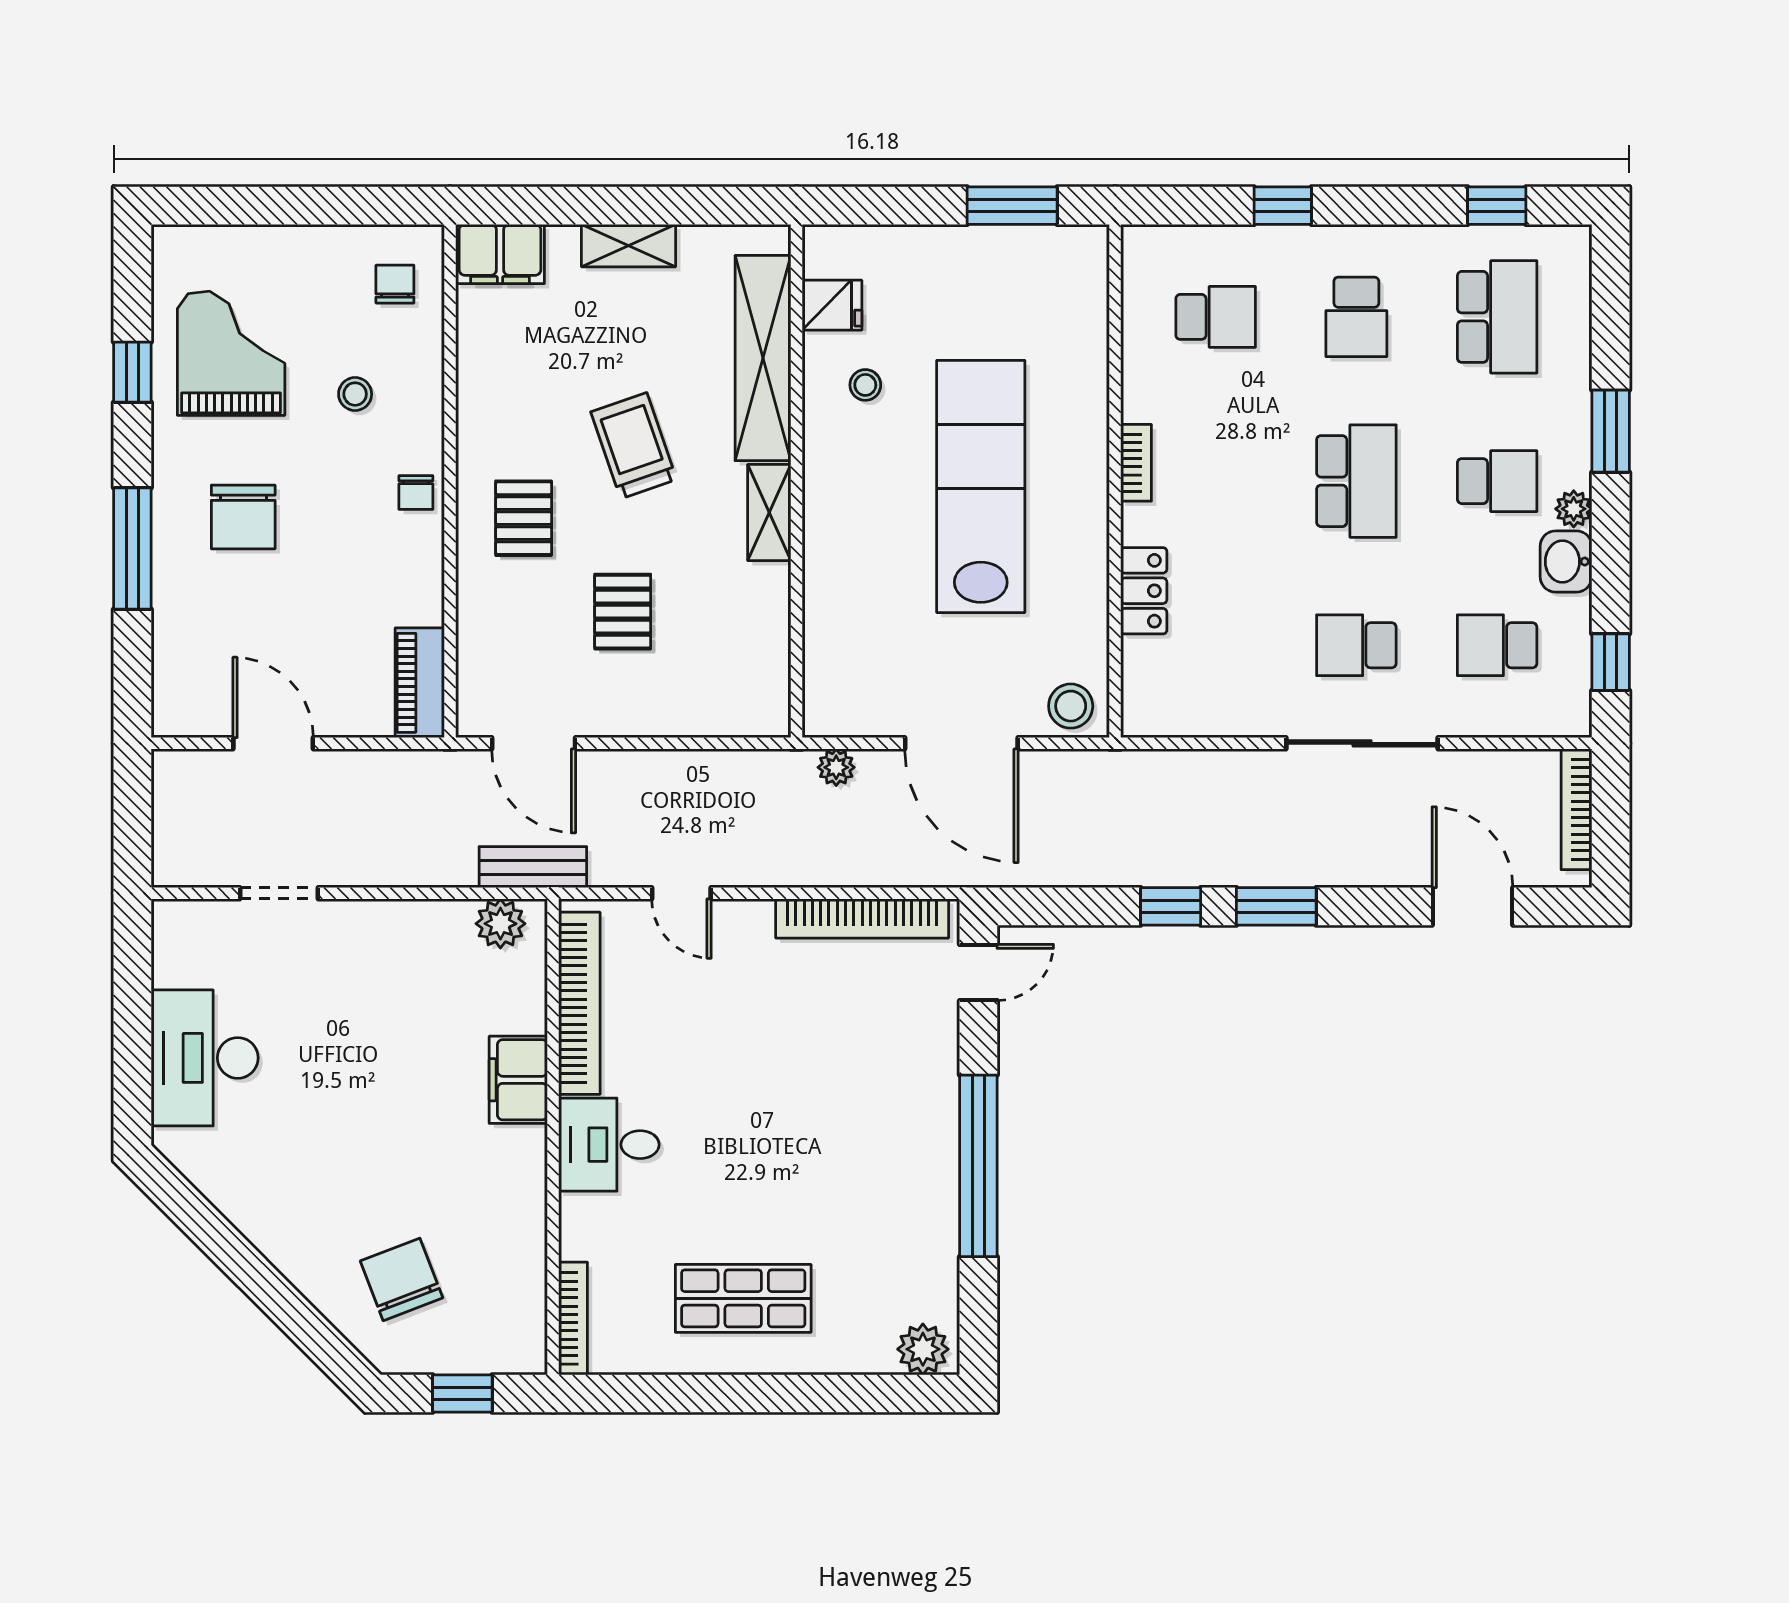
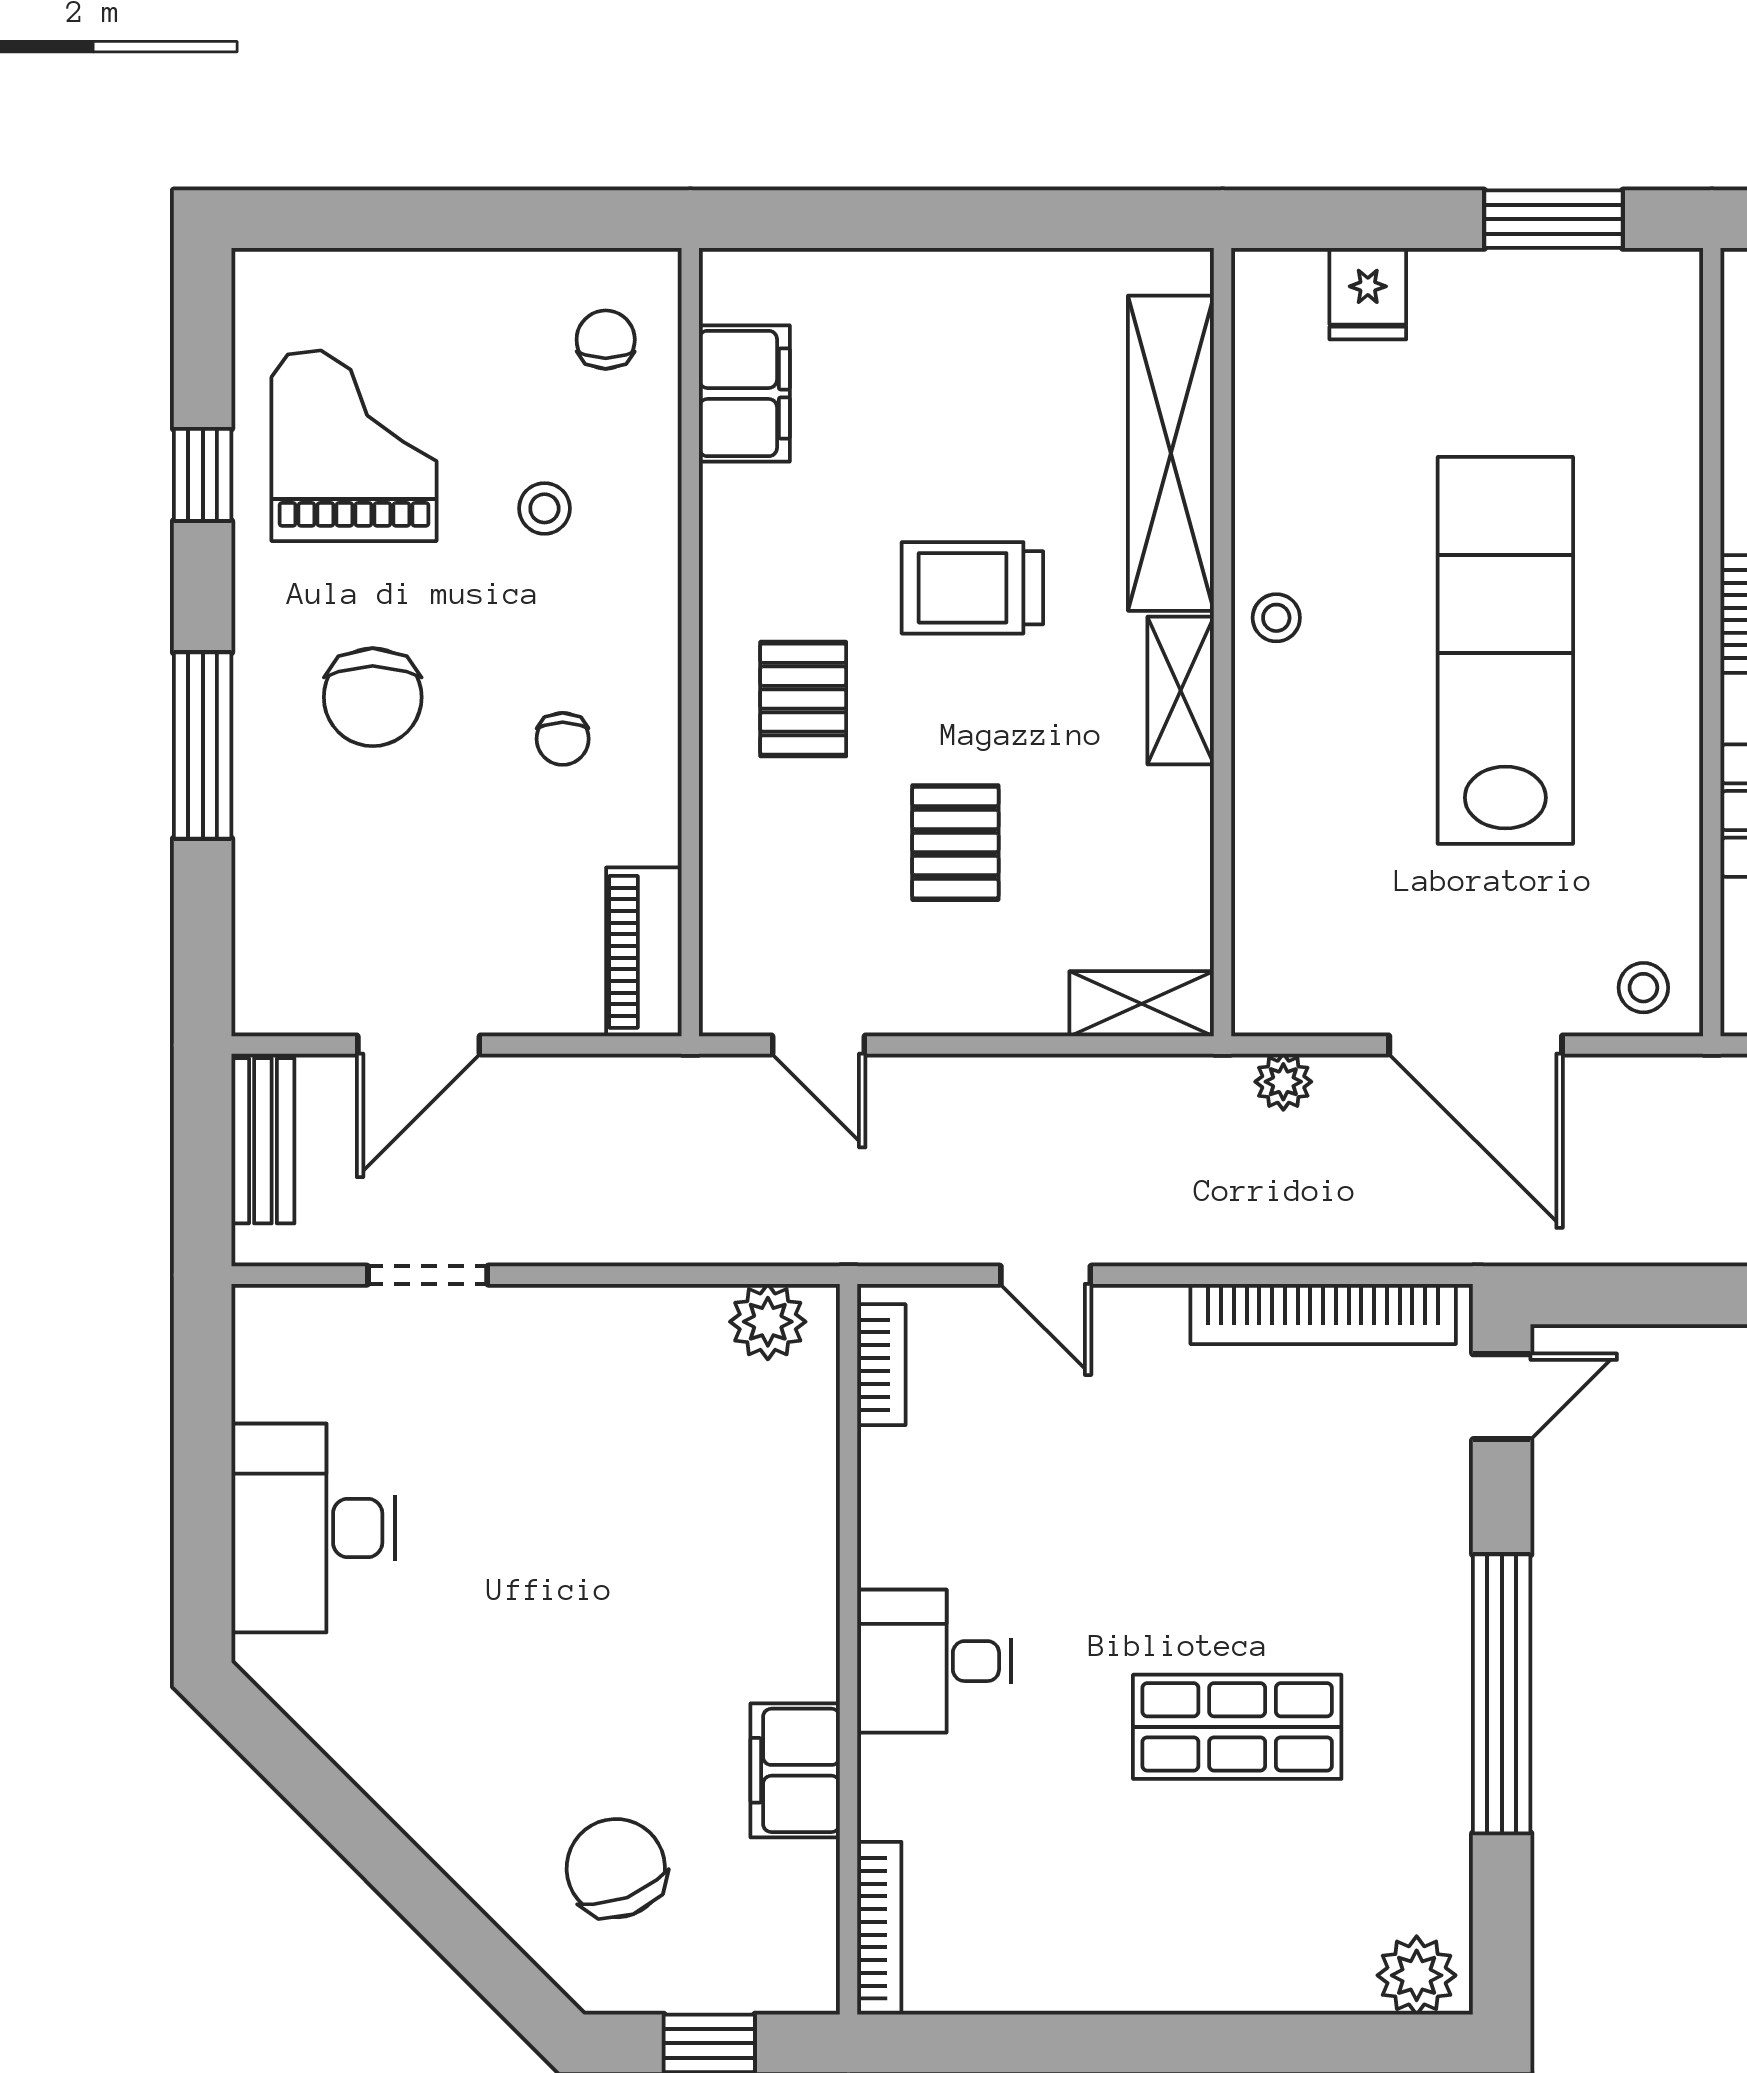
shelving: (629, 246) -> (1142, 1004), moved
filing cabinet: (500, 254) -> (744, 393), moved, turned -90
fridge: (832, 305) -> (1368, 294), moved, turned 90
stool: (865, 385) -> (1276, 618), moved
trolley: (634, 446) -> (972, 588), turned -71
chair: (416, 492) -> (563, 739), moved
stool: (1071, 706) -> (1643, 988), width x0.73, depth x0.73
door: (273, 743) -> (419, 1045), swing flipped
door: (534, 743) -> (818, 1045), width x0.73
bench: (533, 867) -> (263, 1141), moved, turned 90
bookcase: (579, 1003) -> (881, 1365), width x0.43, depth x0.76
filing cabinet: (518, 1080) -> (795, 1770), moved
shop shelf: (743, 1298) -> (1237, 1727), moved

